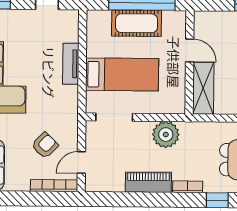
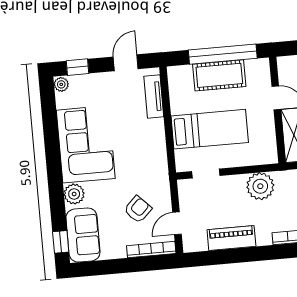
tv unit: (71, 64) -> (154, 96), moved
doorway: (114, 117) -> (206, 174), width x0.73
piano: (148, 182) -> (231, 238), moved

